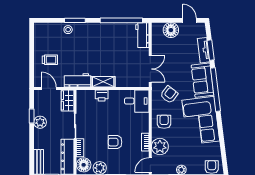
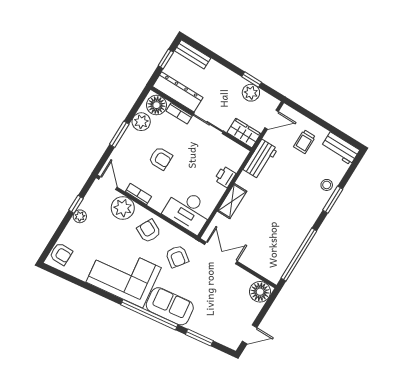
floor lamp: (171, 30) -> (260, 292), moved
workbench: (142, 35) -> (340, 148), moved, turned 180
tv unit: (204, 50) -> (204, 329), removed
double door: (150, 69) -> (221, 253), swing flipped
shelving: (103, 82) -> (232, 201), moved
desk: (137, 101) -> (188, 211), width x1.37
plant: (40, 122) -> (251, 93), moved
armchair: (164, 122) -> (149, 231), turned -153
armchair: (115, 142) -> (161, 158), turned 90

